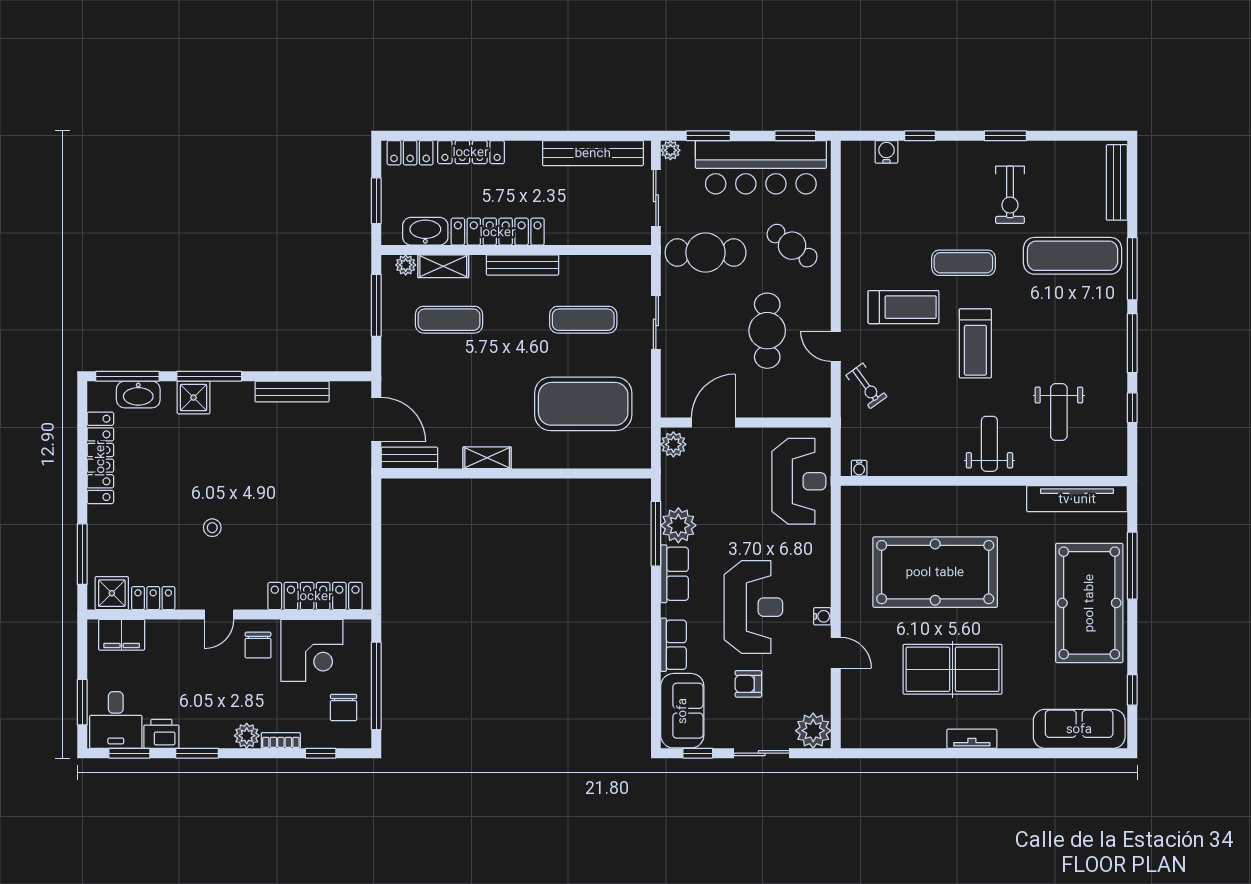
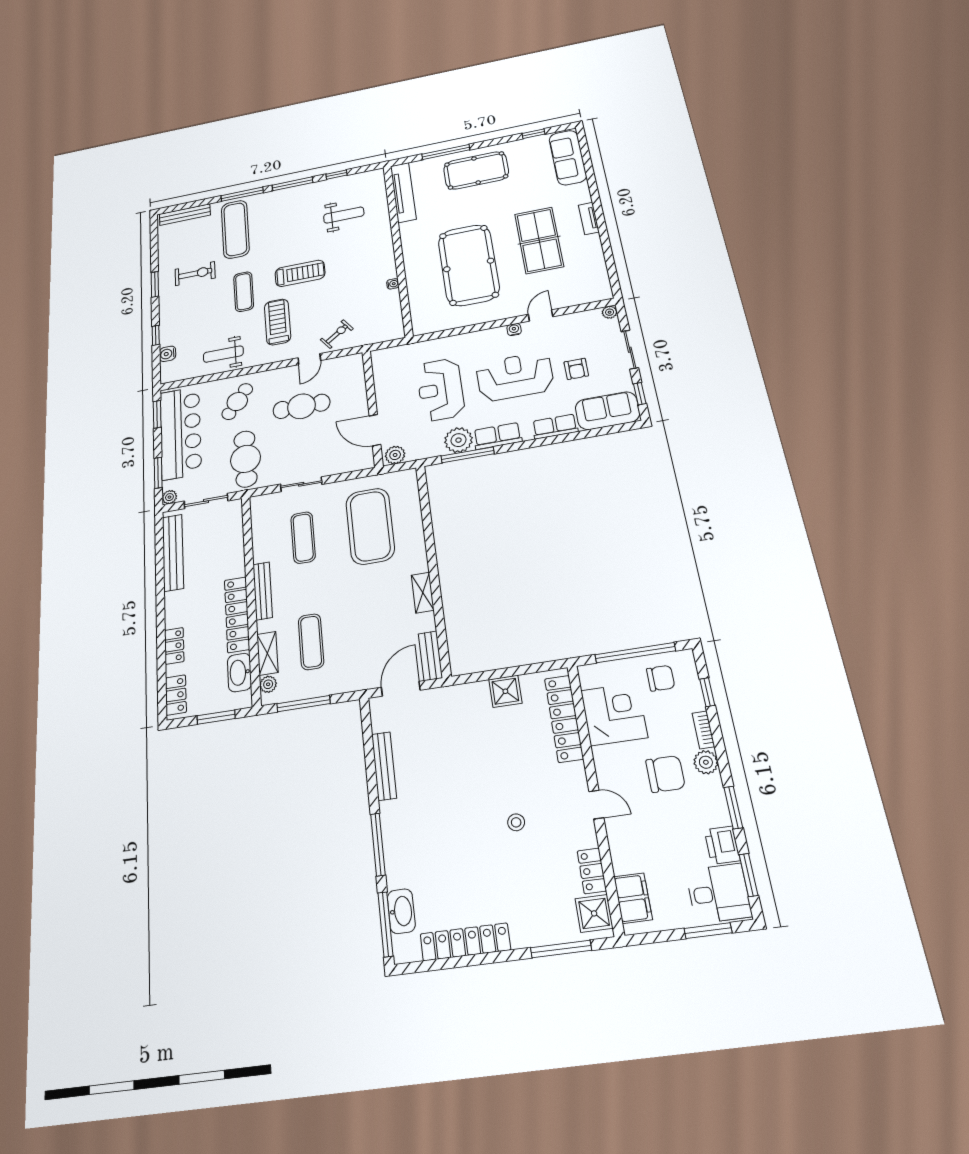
locker: (471, 152) -> (174, 646), width x0.66
shower: (193, 398) -> (505, 691), moved
weight bench: (989, 444) -> (223, 354), moved
water cooler: (859, 468) -> (393, 284), moved
reception desk: (799, 481) -> (441, 390), moved, turned -90
pool table: (1089, 603) -> (476, 170), width x0.73, depth x0.76
chair: (258, 645) -> (665, 774), moved, width x1.37, depth x1.37
plant: (813, 731) -> (610, 312), width x0.53, depth x0.53

